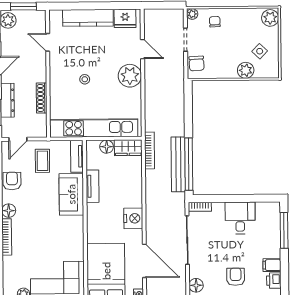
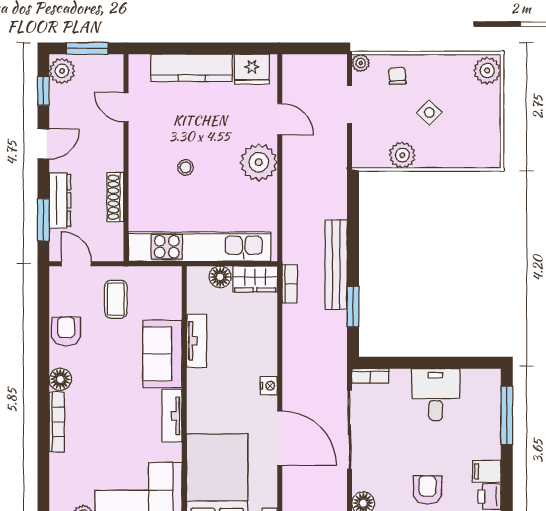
side table: (260, 51) -> (429, 112), moved
chair: (197, 63) -> (367, 143), removed
plant: (246, 70) -> (402, 155), moved
door: (18, 139) -> (76, 264), swing flipped
bookcase: (150, 150) -> (290, 284), width x0.64
tv unit: (77, 156) -> (172, 416), moved
bench: (178, 164) -> (336, 265), moved
window: (189, 164) -> (353, 306), width x0.47
nightstand: (133, 218) -> (269, 386), width x0.53, depth x0.56
door: (144, 261) -> (280, 438), moved

